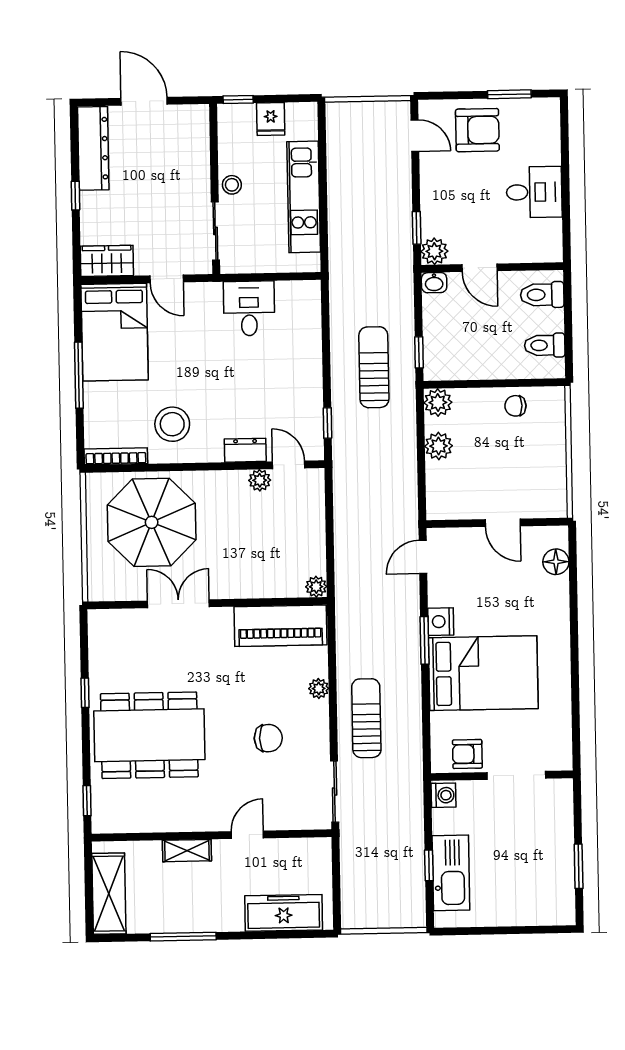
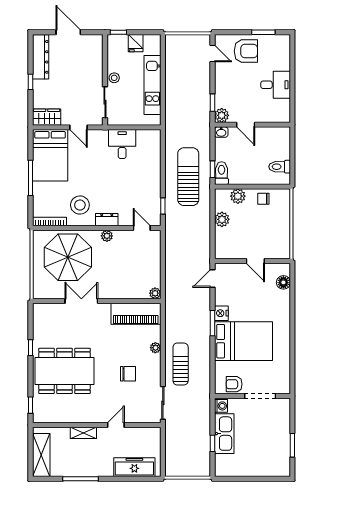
toilet: (542, 295) -> (222, 173), moved, turned 90
sun lounger: (374, 367) -> (188, 177), width x1.36, depth x1.34
plant: (438, 402) -> (238, 196), moved
dresser: (245, 450) -> (107, 220), moved
plant: (260, 480) -> (107, 236), moved
kitchen sink: (451, 873) -> (224, 434), moved

